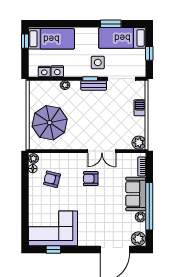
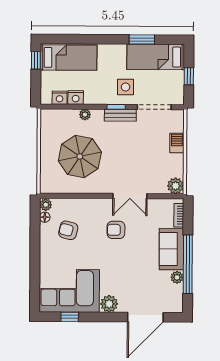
parasol: (50, 123) -> (80, 156), moved
plant: (138, 239) -> (109, 304), moved

